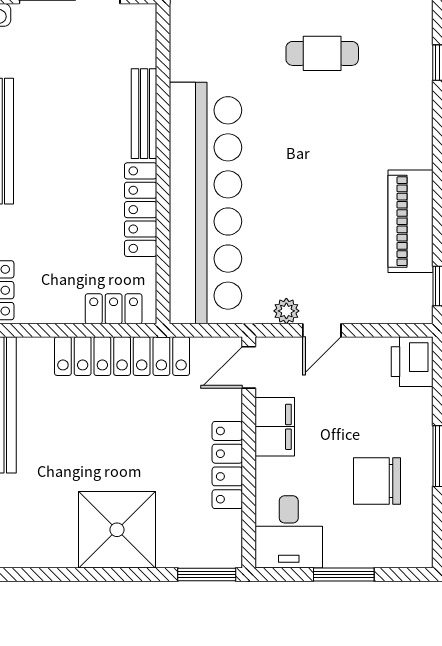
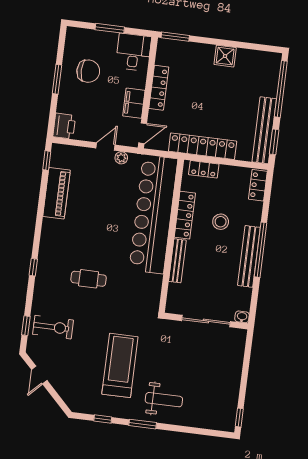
stool: (65, 205) -> (221, 222), added
shower: (117, 530) -> (225, 56), width x0.54, depth x0.54

